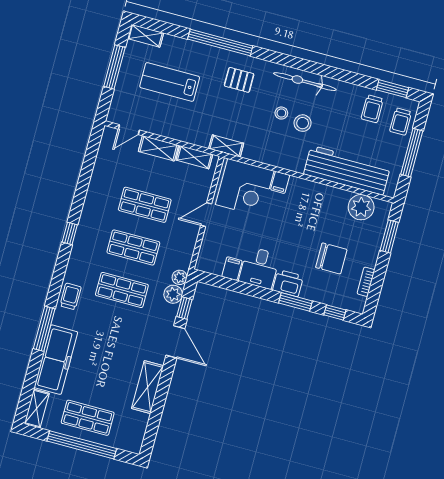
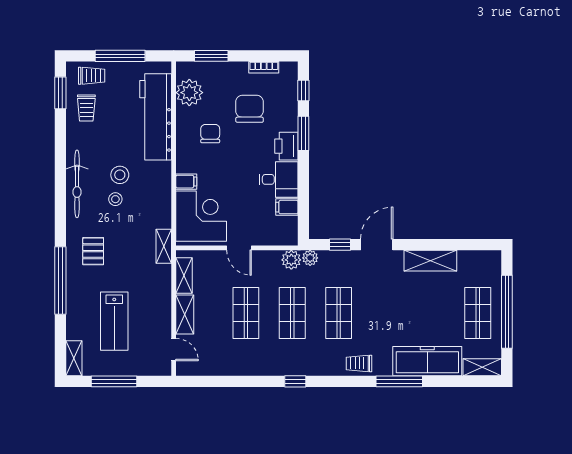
trolley: (372, 109) -> (86, 108), turned 90
chair: (318, 216) -> (210, 134), added
plant: (173, 294) -> (291, 260), moved

